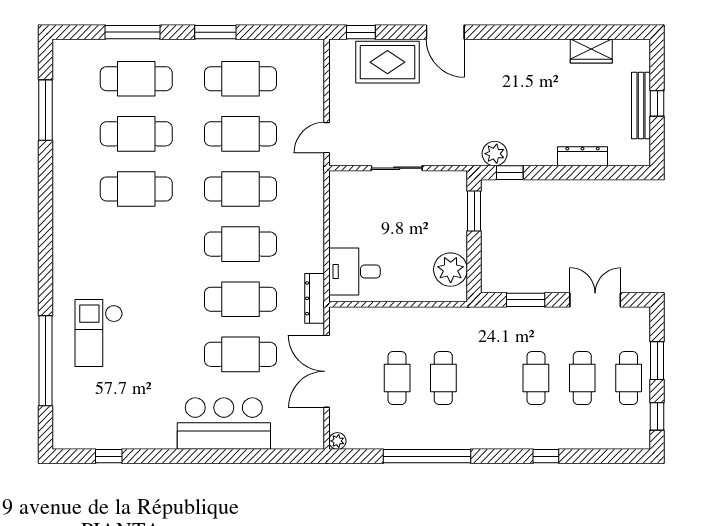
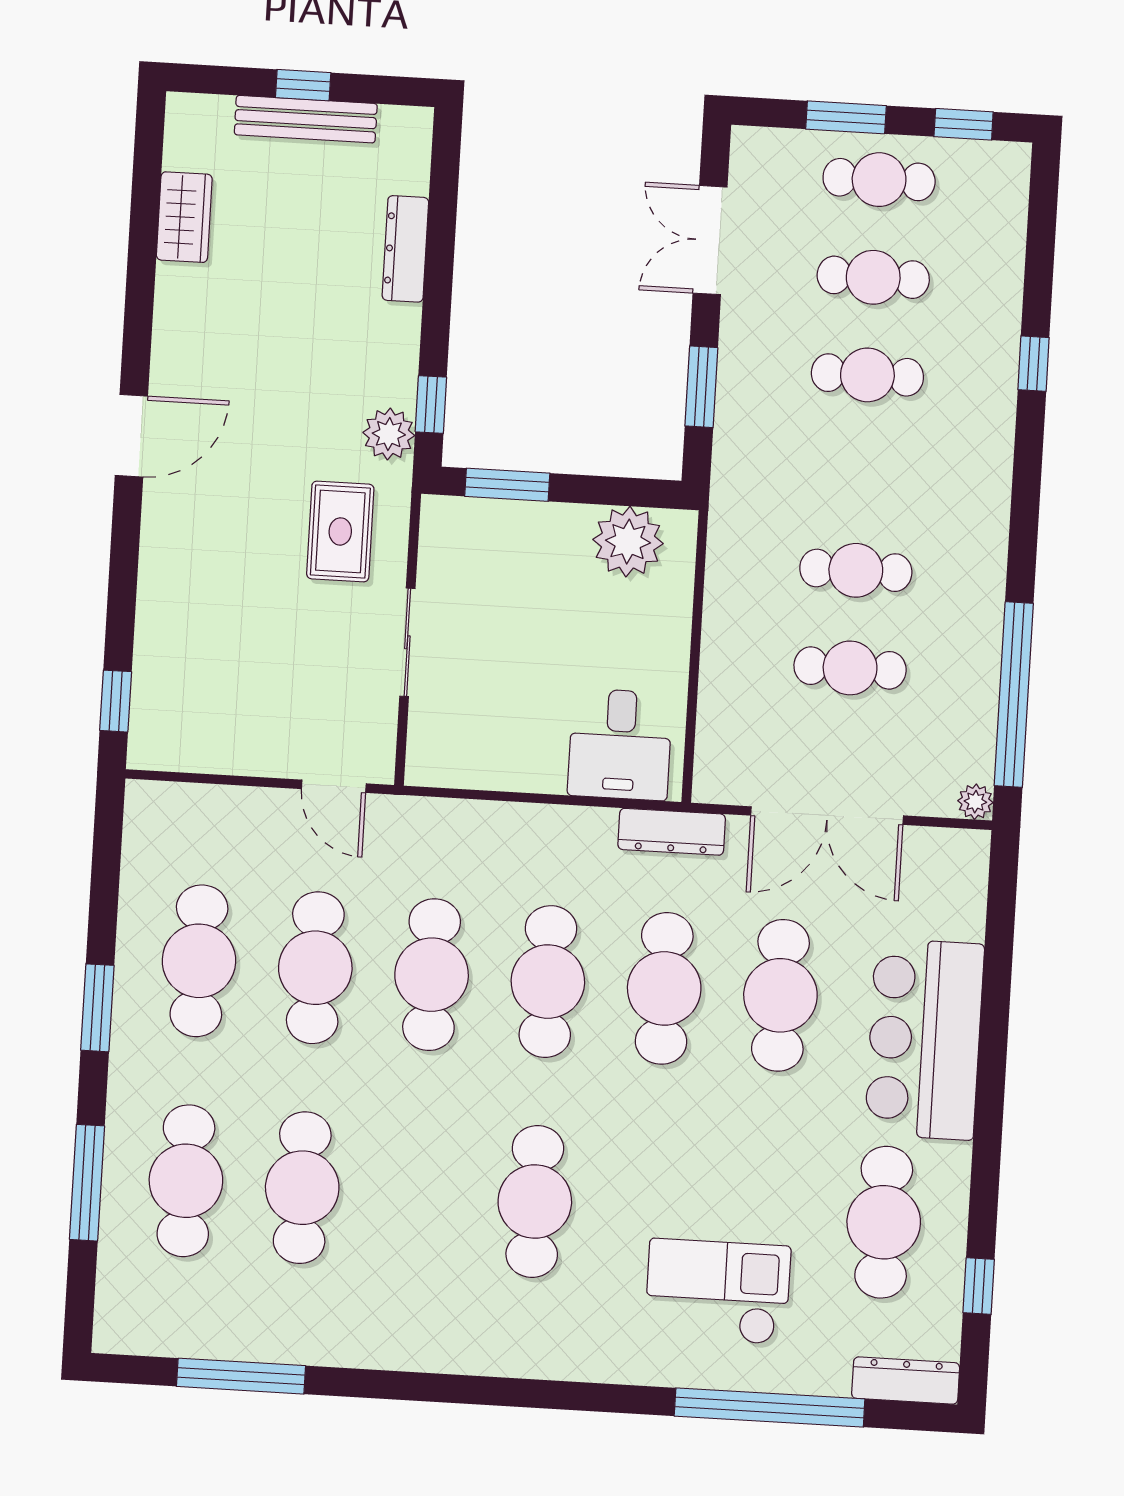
door: (445, 32) -> (131, 436), moved
rug: (387, 62) -> (340, 531), moved, width x0.73, depth x0.70
cafe table: (136, 189) -> (535, 1201), moved
checkout: (99, 333) -> (718, 1292), turned 180
cafe table: (136, 409) -> (884, 1222), added
dresser: (62, 424) -> (906, 1381), added
window: (427, 456) -> (1014, 695), moved

